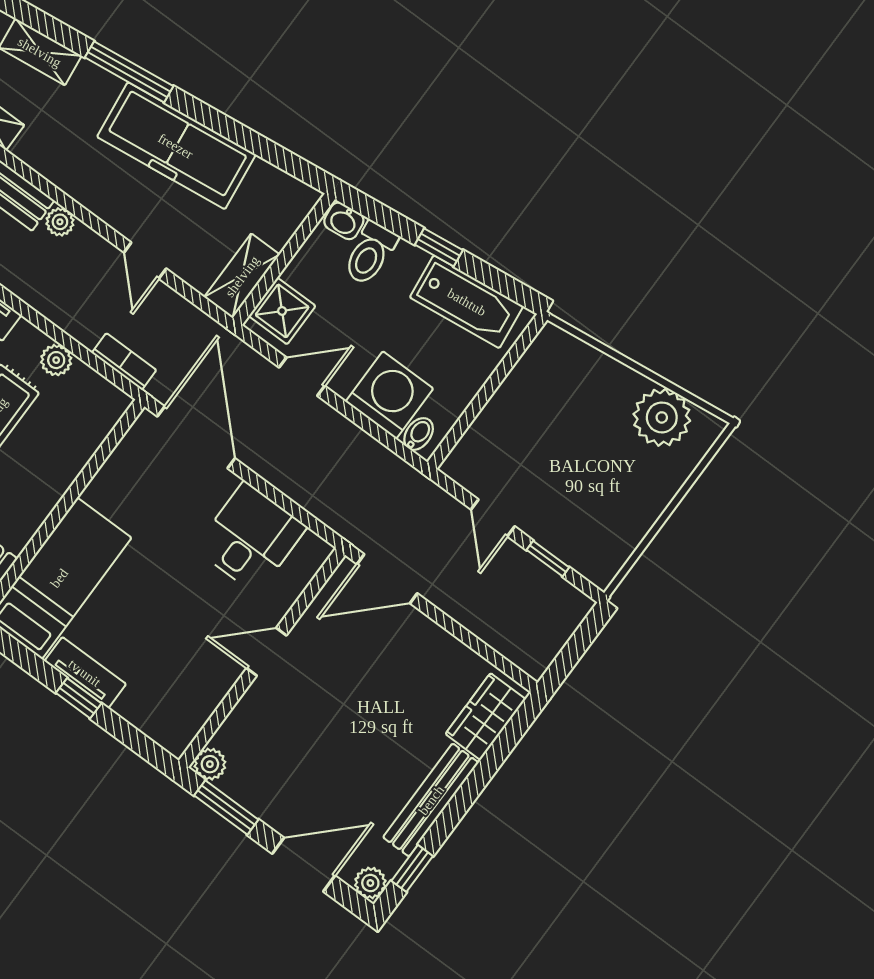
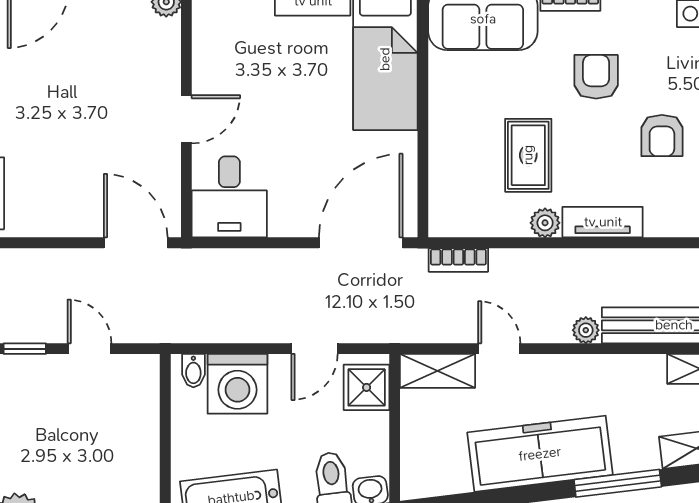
shelving: (242, 276) -> (438, 371), moved, turned 90
plant: (56, 360) -> (545, 223), moved
door: (196, 437) -> (361, 243), swing flipped
desk: (251, 538) -> (229, 197), moved
door: (387, 579) -> (136, 243), hinge flipped

